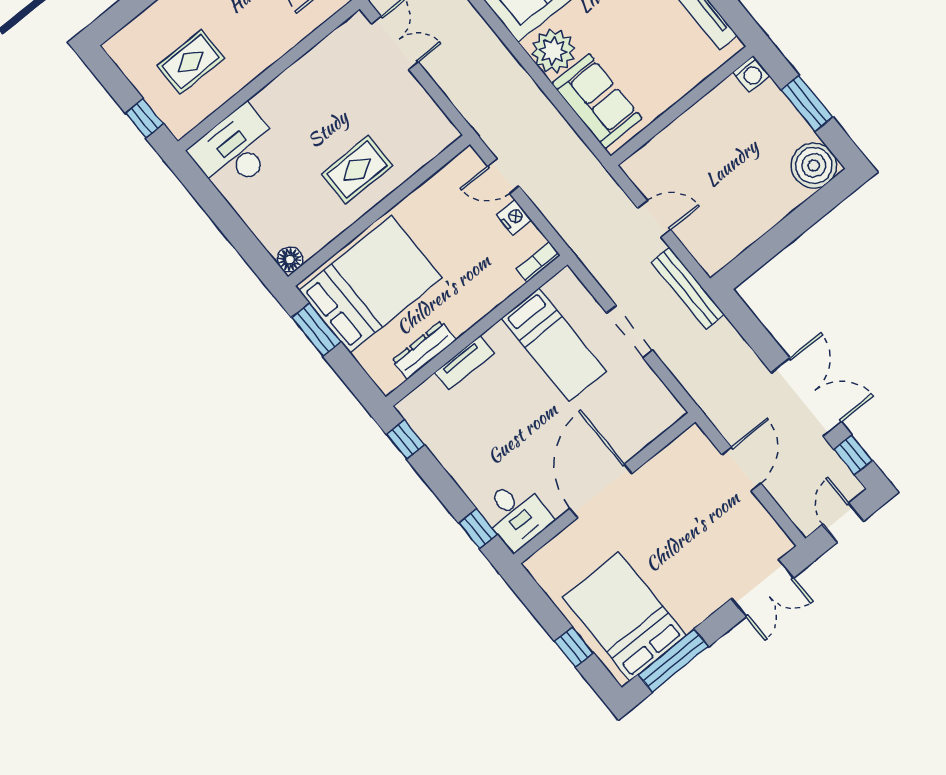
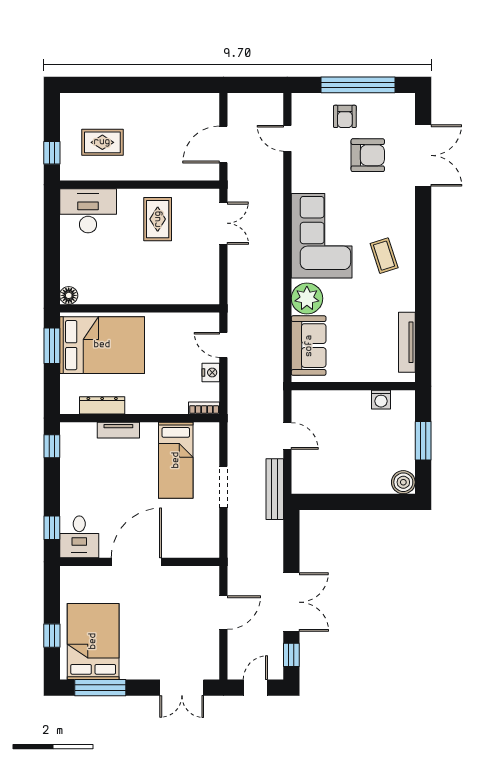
washing machine: (751, 74) -> (381, 400), moved
boiler: (814, 165) -> (403, 482), width x0.73, depth x0.73
rug: (357, 170) -> (158, 219), moved, turned 90

